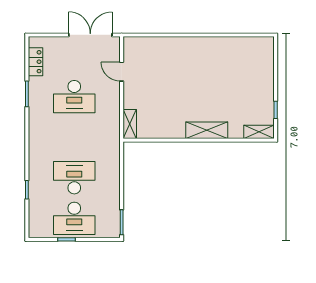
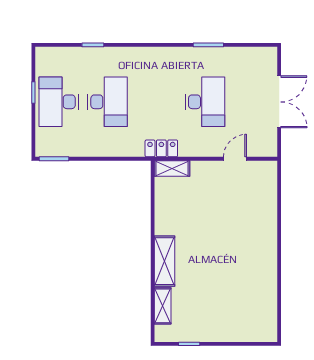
double door: (90, 35) -> (279, 102), moved
locker: (36, 62) -> (161, 148), moved, turned 180
desk: (74, 97) -> (205, 102), turned 180
shelving: (259, 132) -> (163, 306), moved

